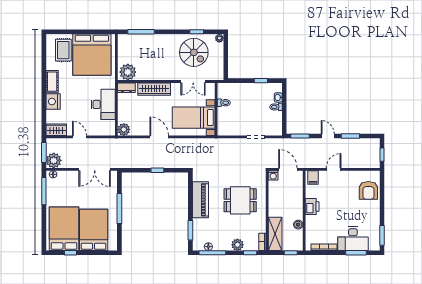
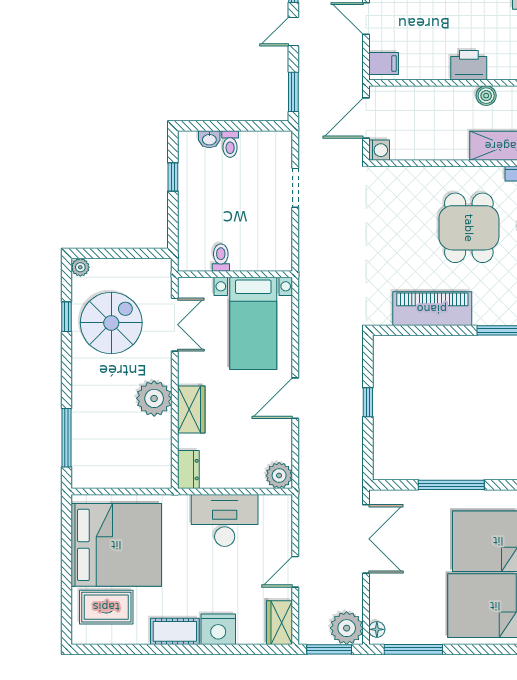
plant: (128, 72) -> (154, 398), moved
wardrobe: (154, 89) -> (191, 410), width x0.67
dining table: (240, 200) -> (469, 228), moved
printer: (312, 207) -> (469, 65), moved

